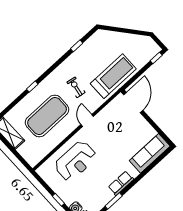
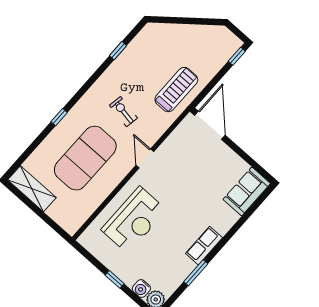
treadmill: (113, 76) -> (176, 90), width x0.73, depth x0.73
sofa: (150, 153) -> (247, 191), width x0.73

